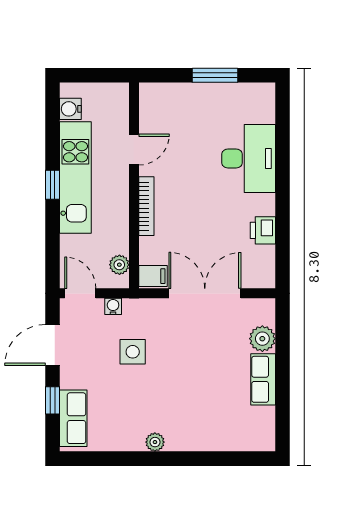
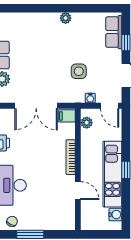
chair: (246, 97) -> (12, 221), added
door: (134, 150) -> (78, 191), swing flipped

